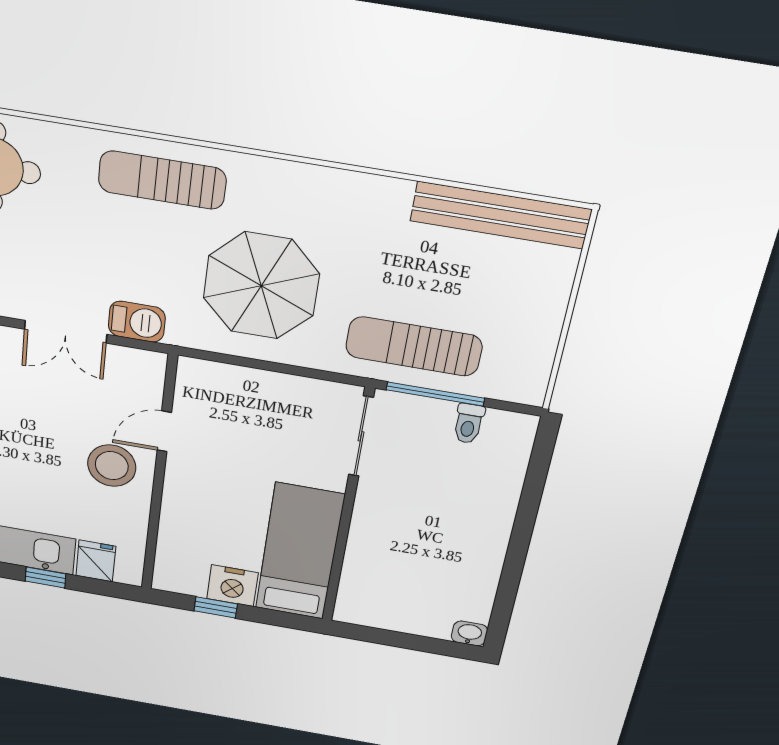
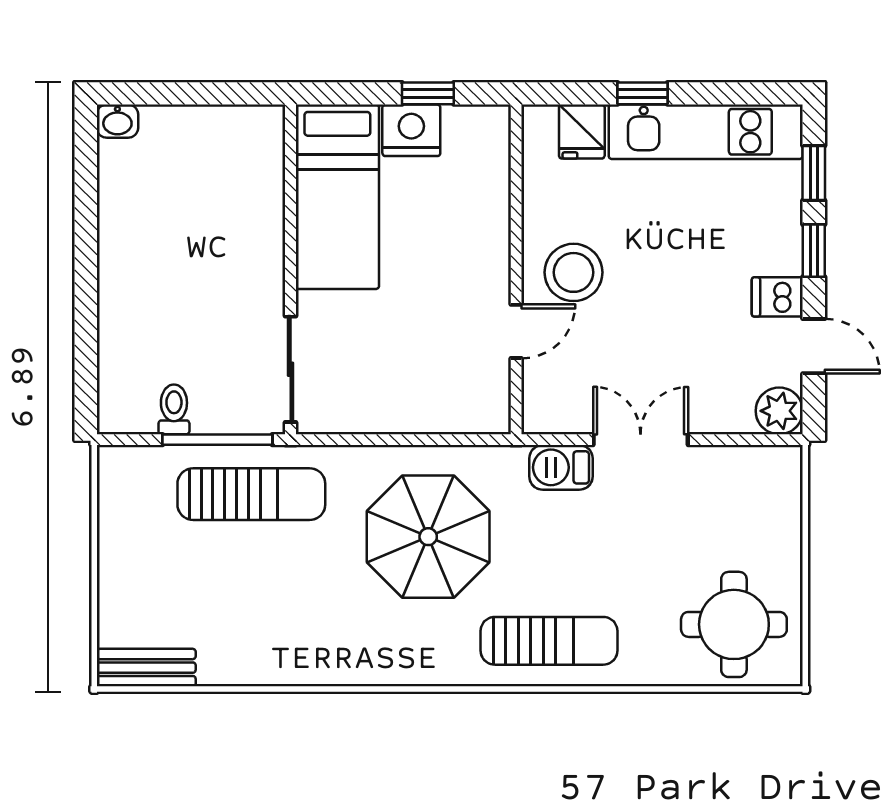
bench: (501, 215) -> (146, 668), width x0.54, depth x0.82

